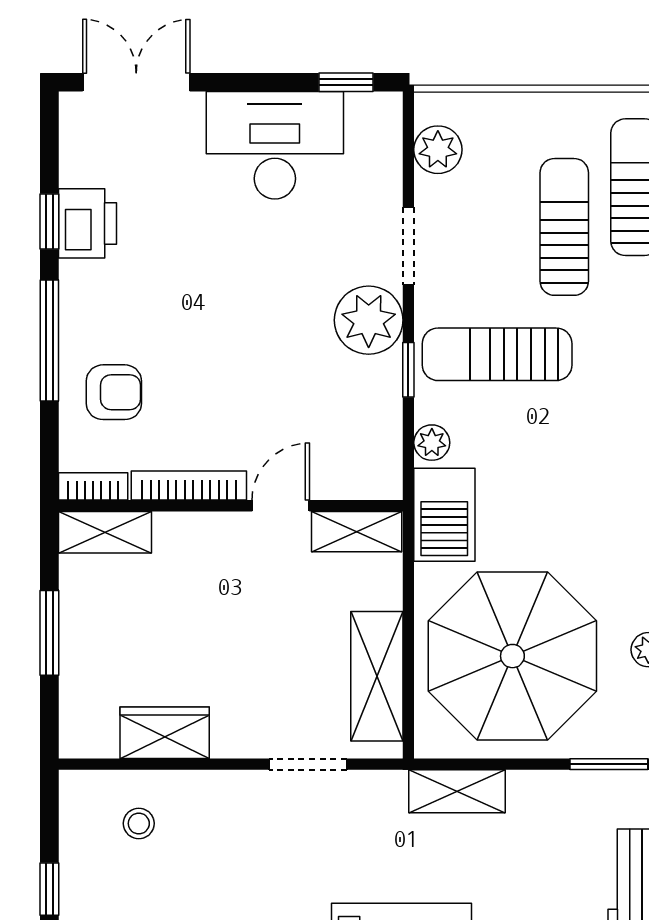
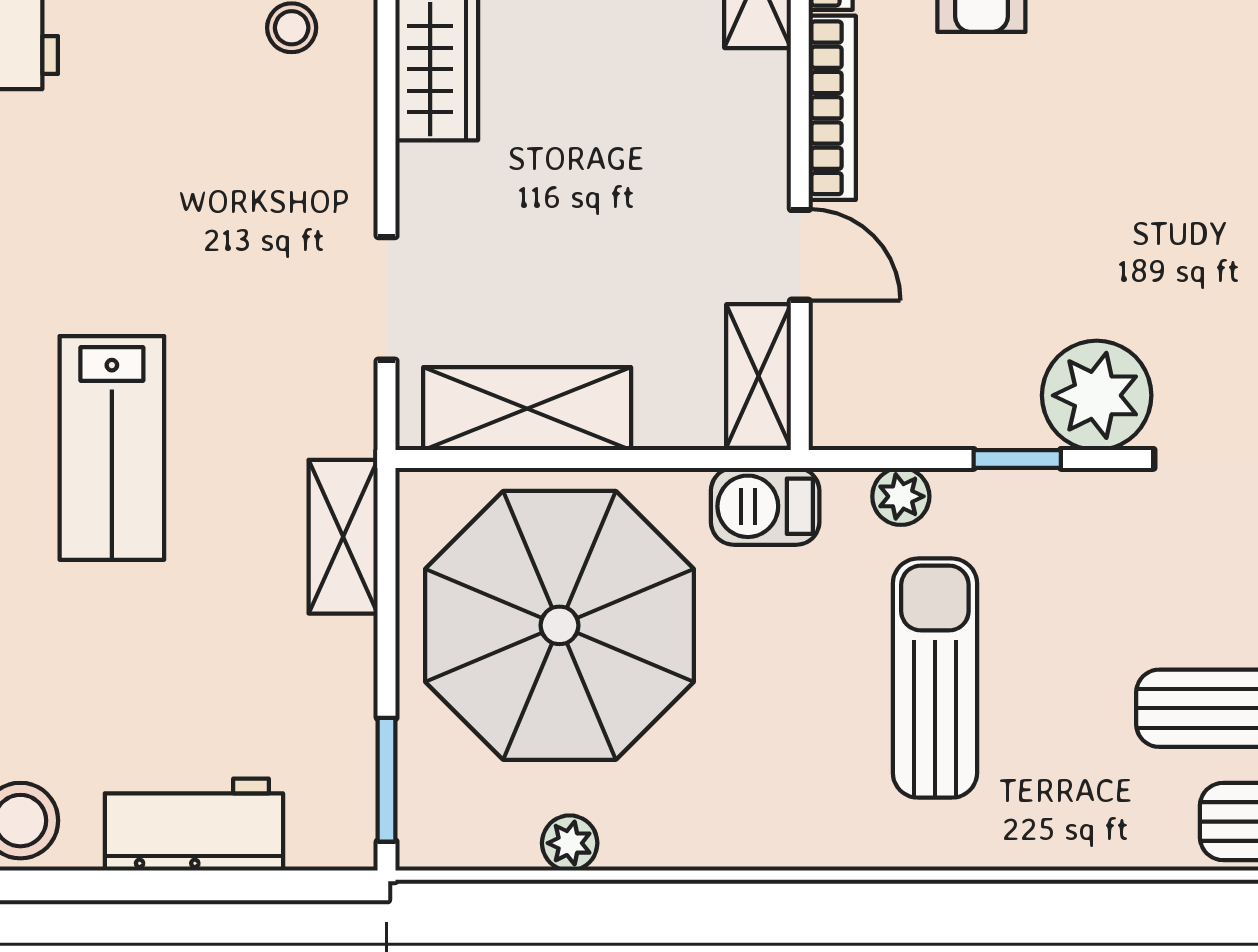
sun lounger: (497, 354) -> (935, 678), moved
barbecue: (444, 515) -> (765, 506), width x0.73, depth x0.79

